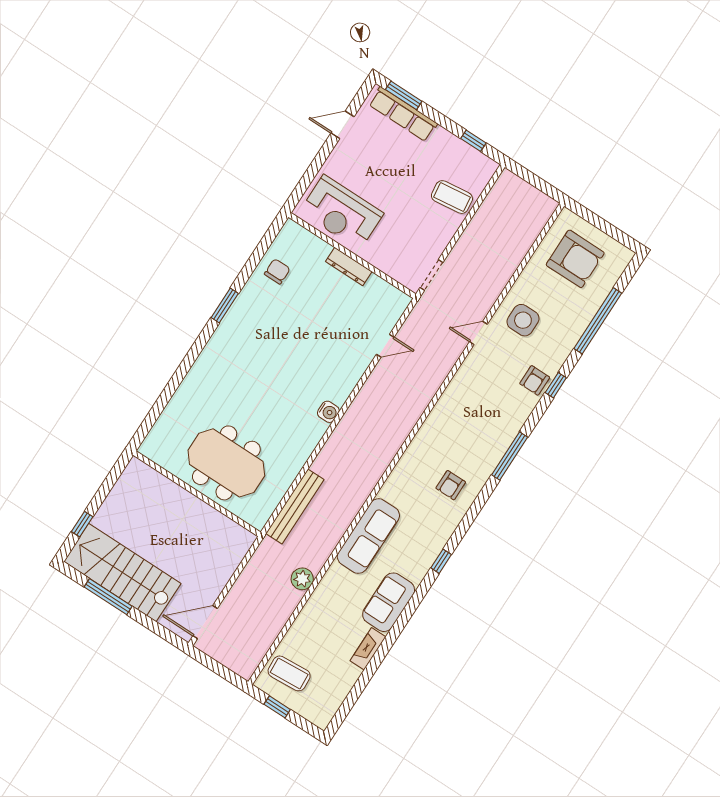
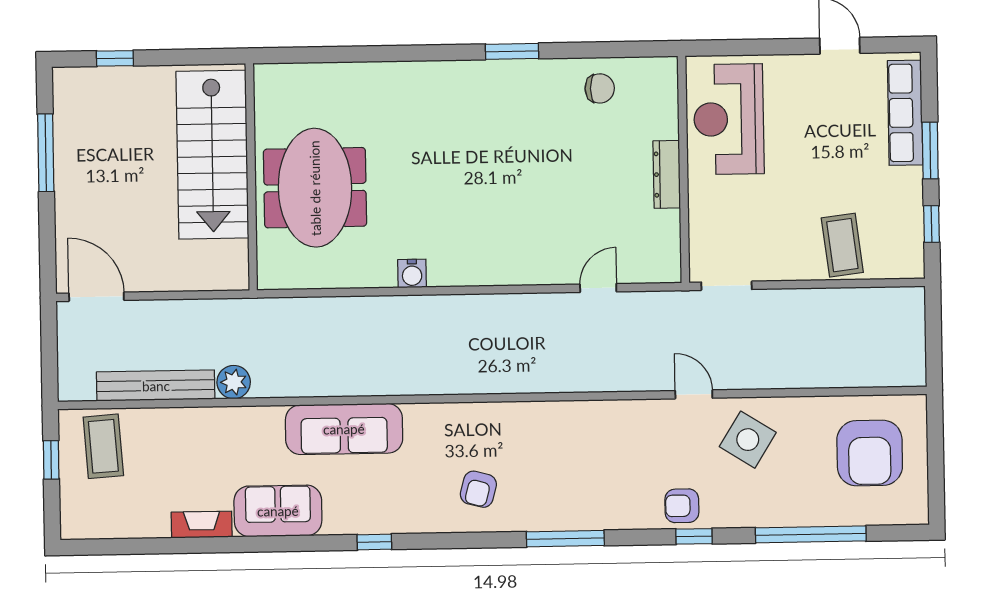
window: (404, 95) -> (930, 150), moved
side table: (523, 320) -> (748, 440), turned 32
door: (385, 346) -> (598, 288), swing flipped
water cooler: (328, 412) -> (412, 273), moved
armchair: (451, 485) -> (478, 489), turned -75
bench: (295, 506) -> (156, 386), moved
stairs: (122, 573) -> (212, 155), moved, turned 180

